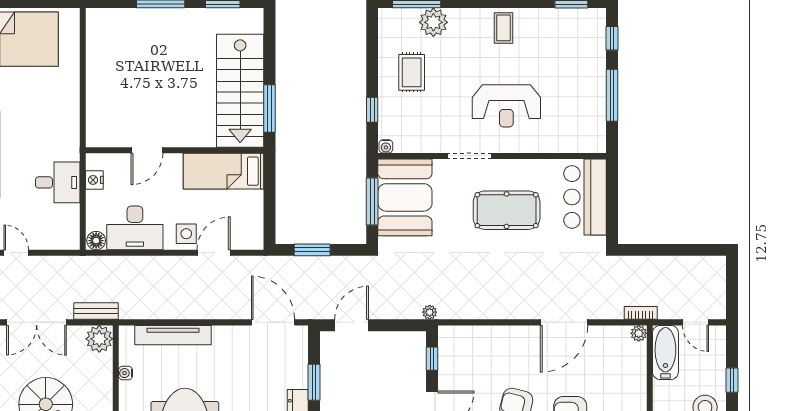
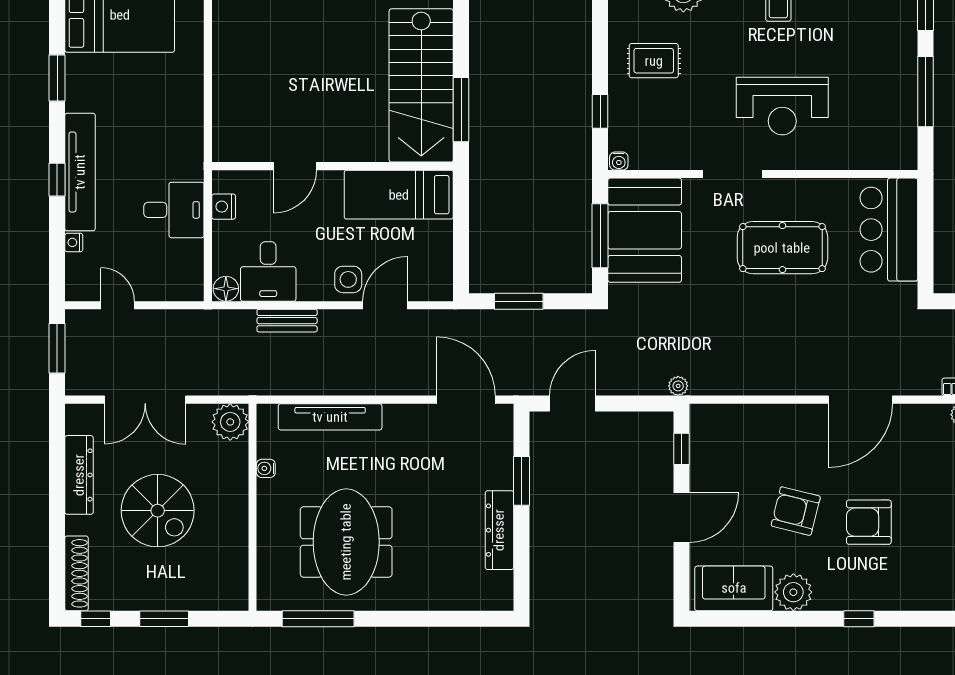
rug: (412, 72) -> (654, 61), turned 90
desk: (135, 228) -> (268, 271), width x0.73
bench: (96, 311) -> (287, 321), moved

